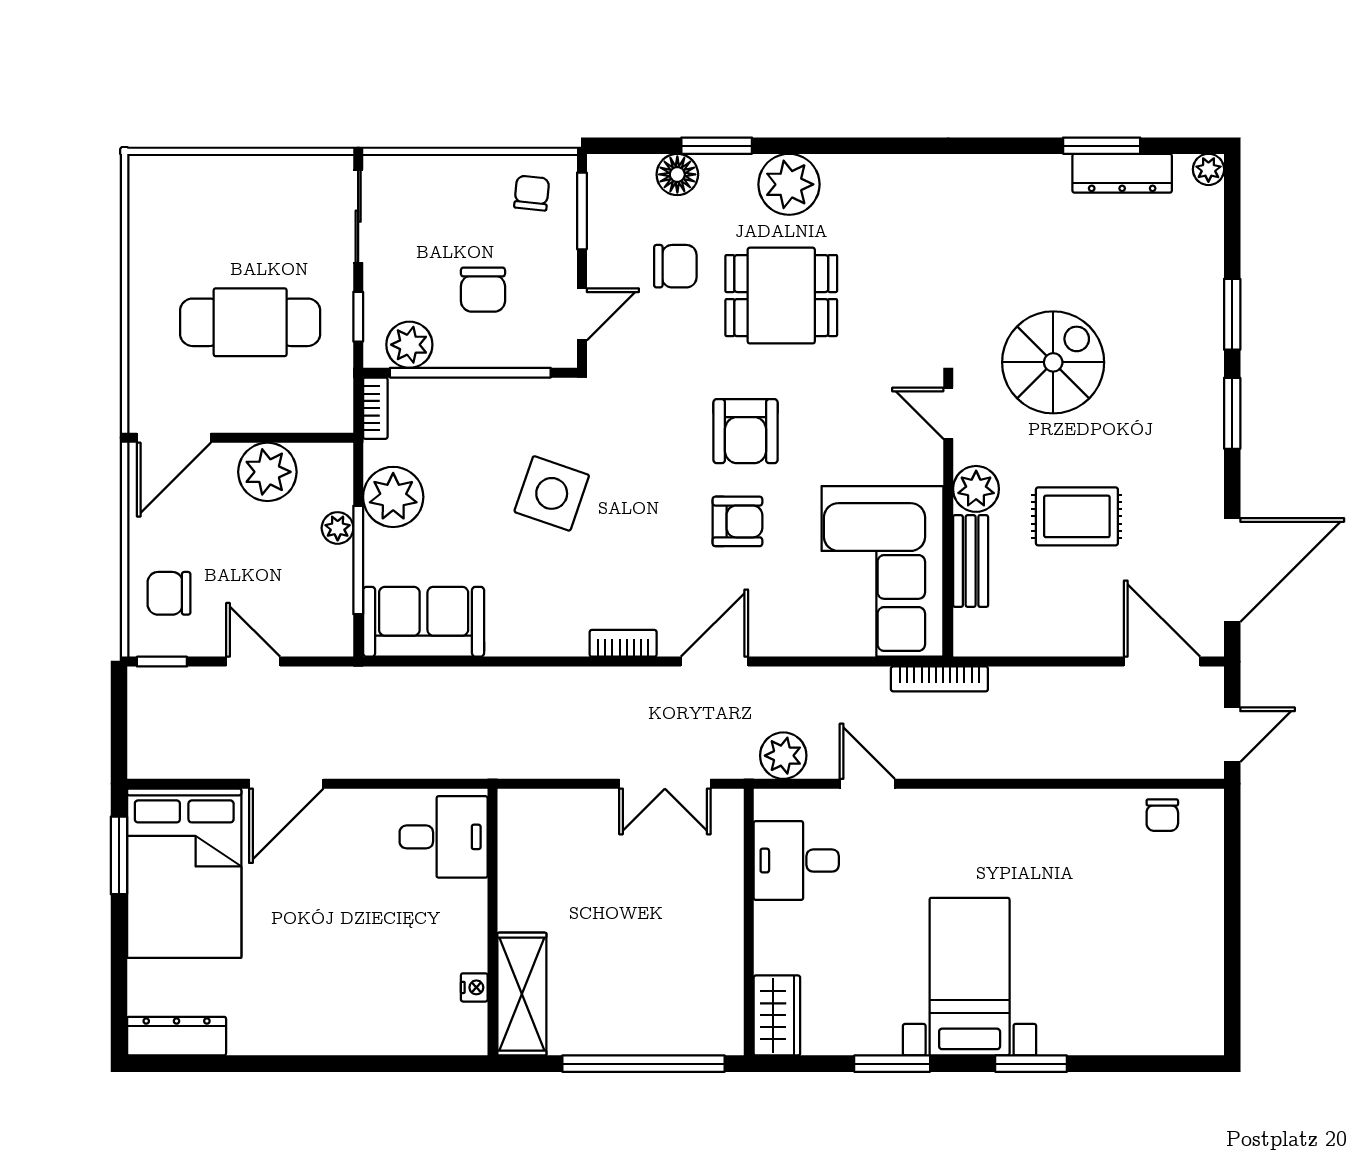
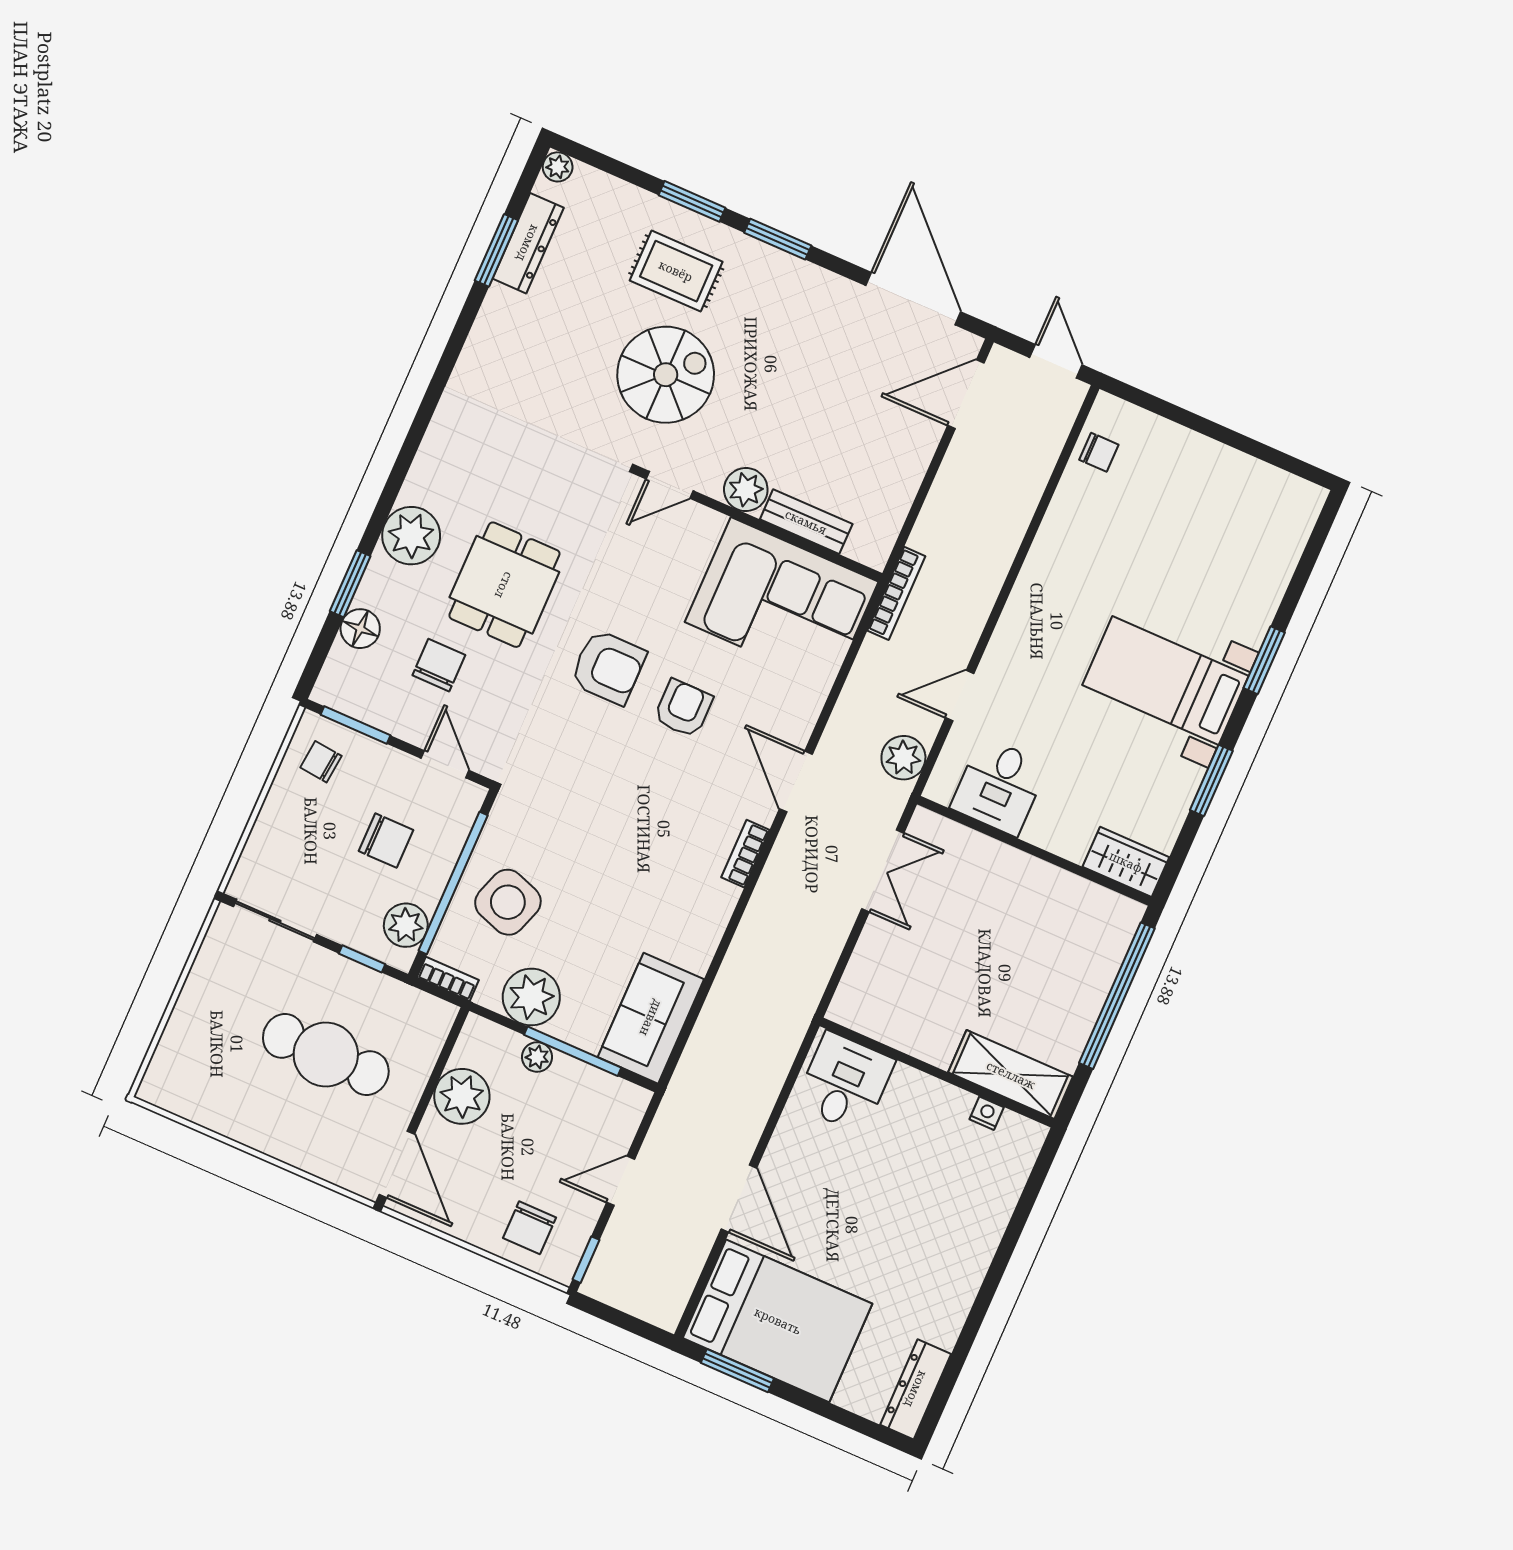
cafe table: (250, 322) -> (326, 1054), turned 90
spiral stairs: (1053, 362) -> (666, 375), turned 90
side table: (552, 493) -> (508, 902), moved
rug: (1077, 516) -> (676, 271), moved, turned 90

